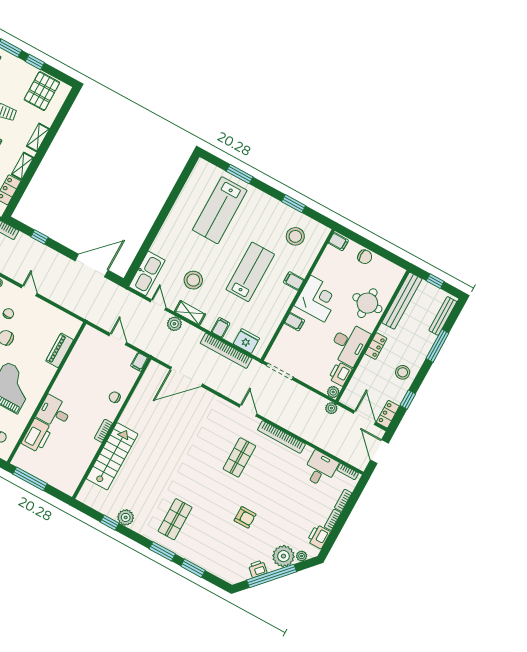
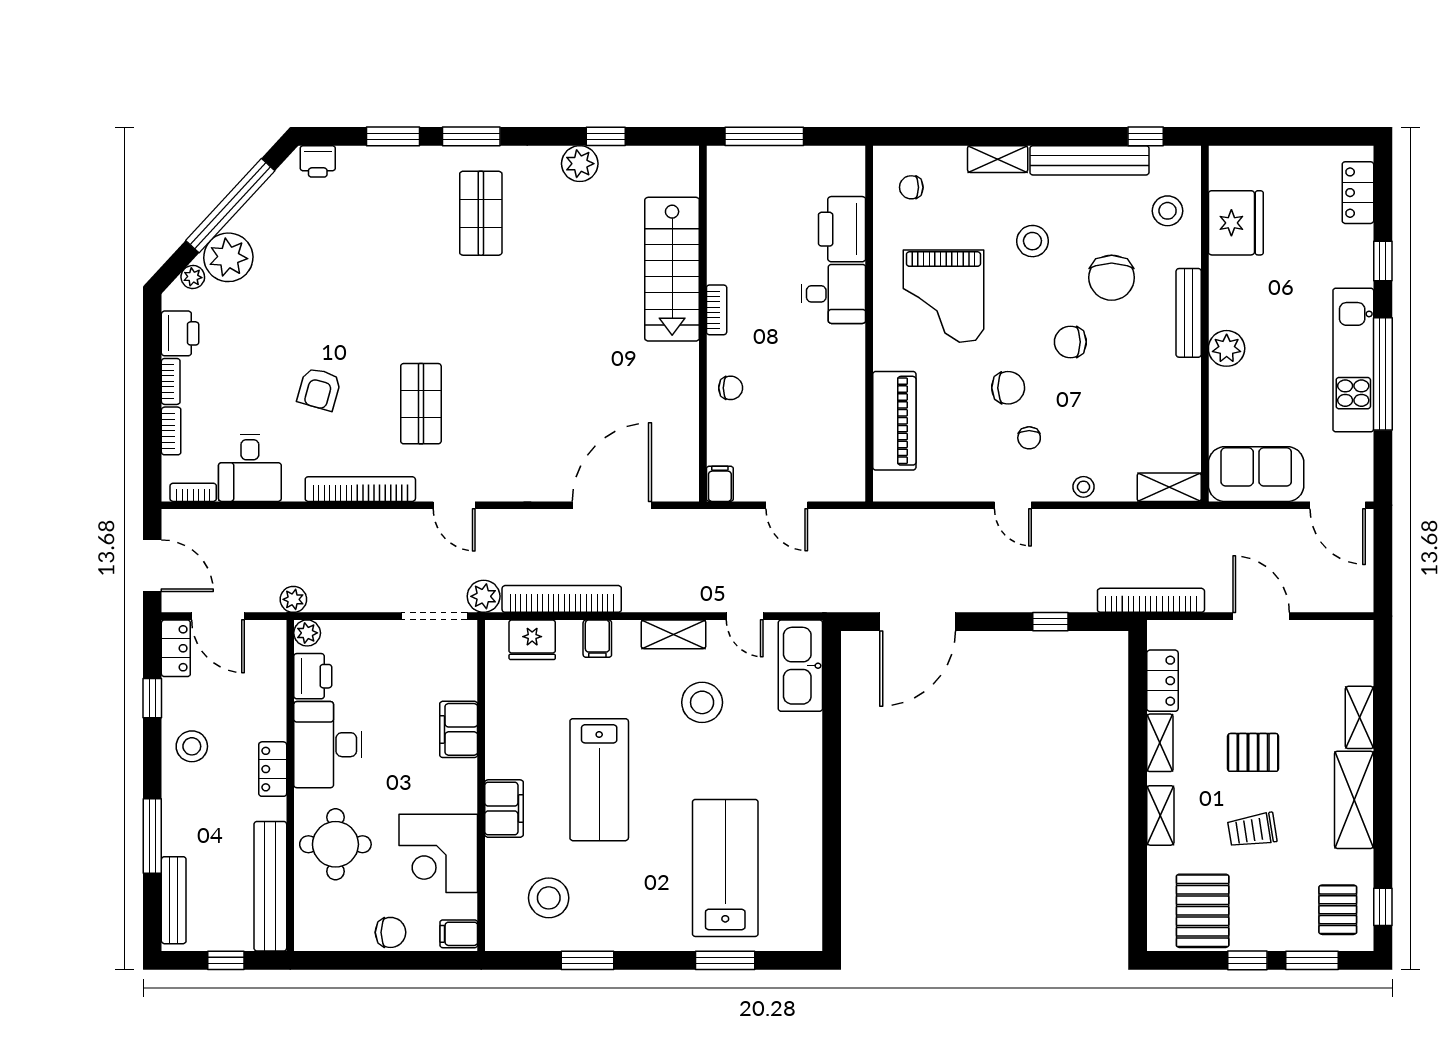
chair: (365, 257) -> (390, 932), turned 180
filing cabinet: (294, 281) -> (504, 809), width x2.00
corner desk: (317, 299) -> (438, 853), moved
filing cabinet: (294, 322) -> (459, 729), width x2.00
plant: (174, 324) -> (484, 596), moved
piano: (60, 350) -> (894, 421), width x1.37, depth x1.33
window: (30, 479) -> (764, 136), moved
armchair: (245, 517) -> (319, 389), moved, turned -74
printer: (258, 569) -> (318, 161), moved, turned 47

